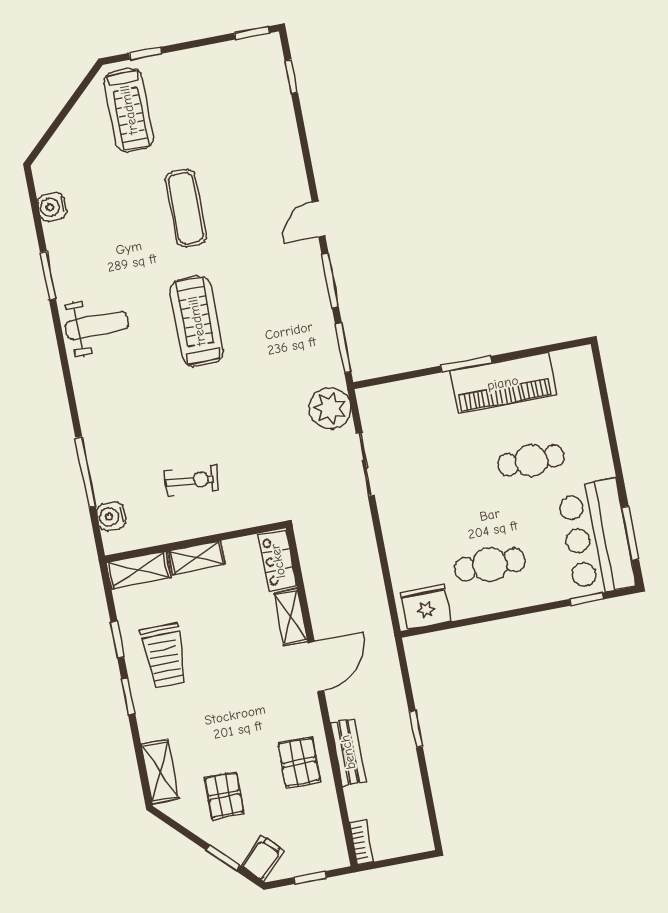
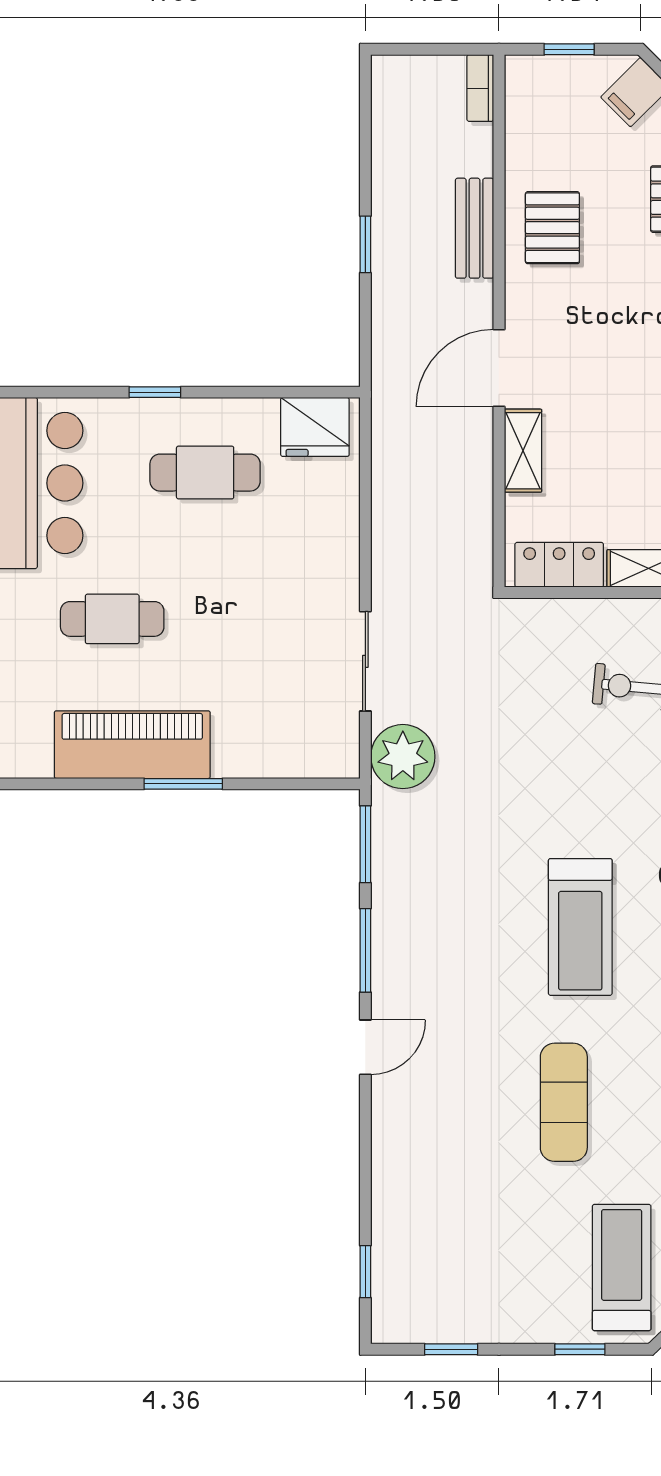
window: (252, 33) -> (451, 1349), moved
locker: (278, 561) -> (559, 565), moved, turned -90
window: (587, 599) -> (155, 392), moved

